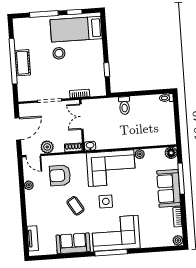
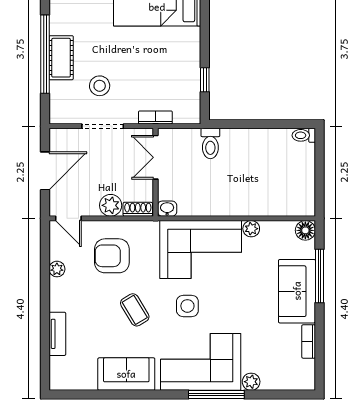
stool: (59, 53) -> (100, 86), moved
toilet: (124, 106) -> (210, 144), moved
plant: (47, 147) -> (111, 205), moved
tv unit: (33, 238) -> (57, 334), moved
plant: (178, 240) -> (251, 382), moved
window: (111, 253) -> (216, 395), moved

